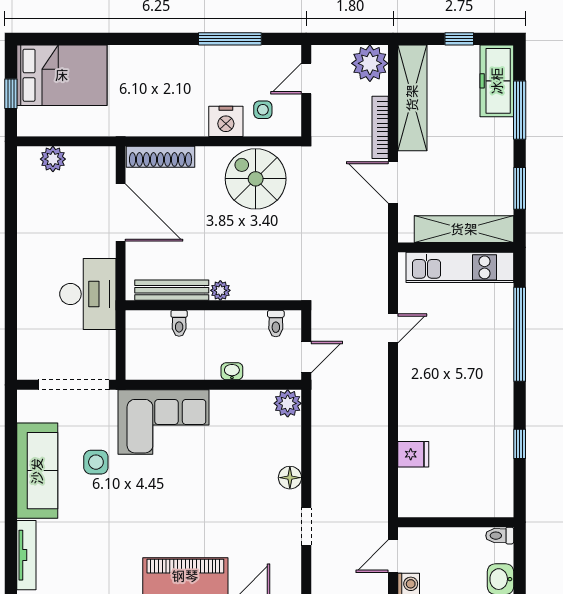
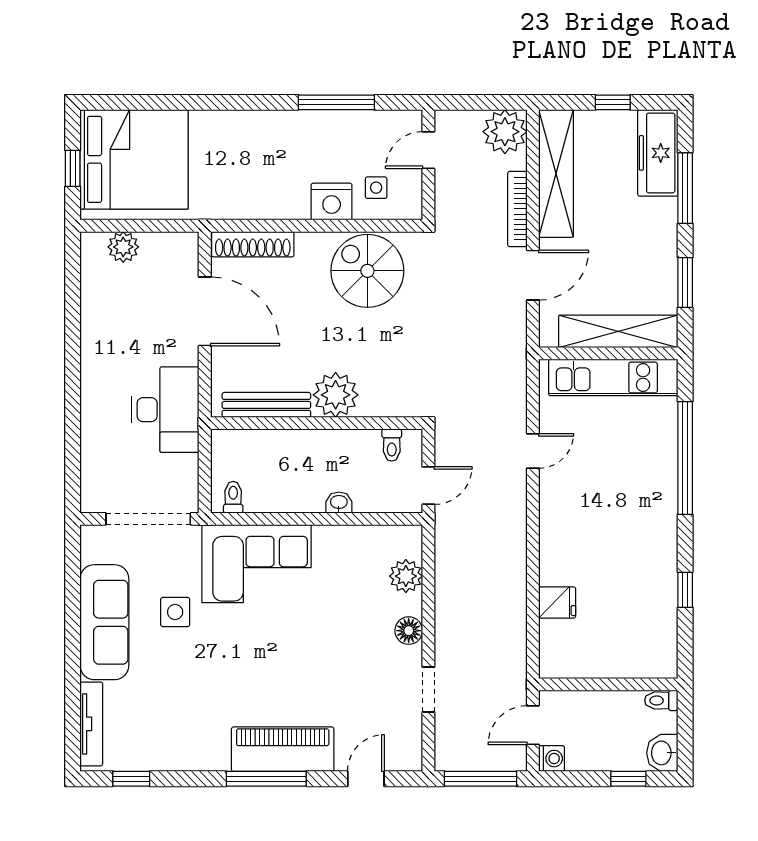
bed: (62, 75) -> (134, 159), width x1.36
door: (393, 182) -> (533, 275), swing flipped
plant: (220, 290) -> (336, 395), width x1.87, depth x1.87
toilet: (179, 323) -> (233, 497), moved, turned 180
plant: (288, 403) -> (406, 576), moved

